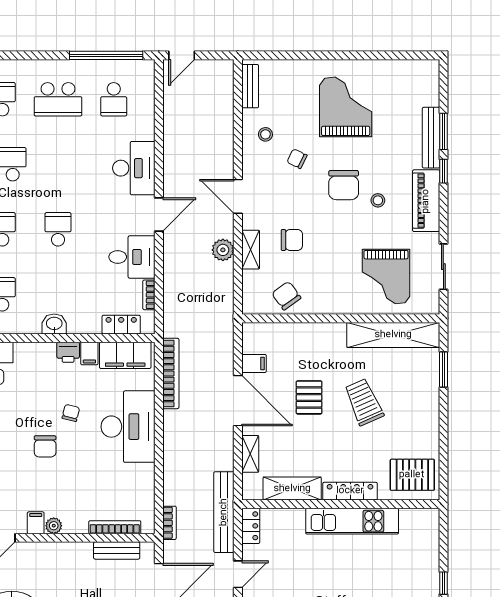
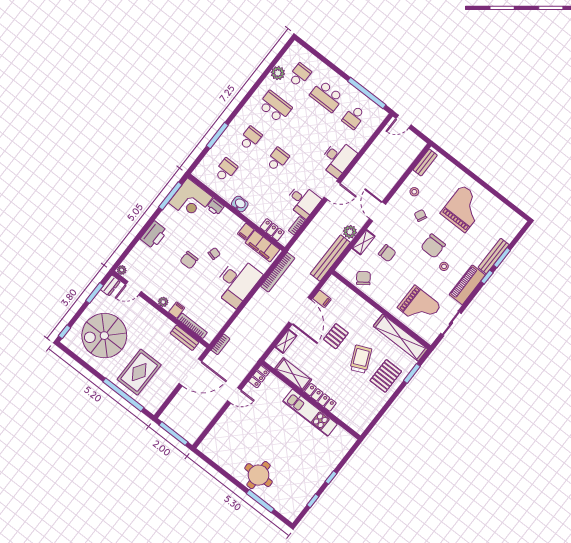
grand piano: (386, 277) -> (419, 307), turned -90
printer: (68, 352) -> (215, 207), moved
pallet: (412, 475) -> (386, 376), moved, turned 90
bench: (224, 512) -> (330, 258), moved
filing cabinet: (36, 523) -> (177, 310), moved

